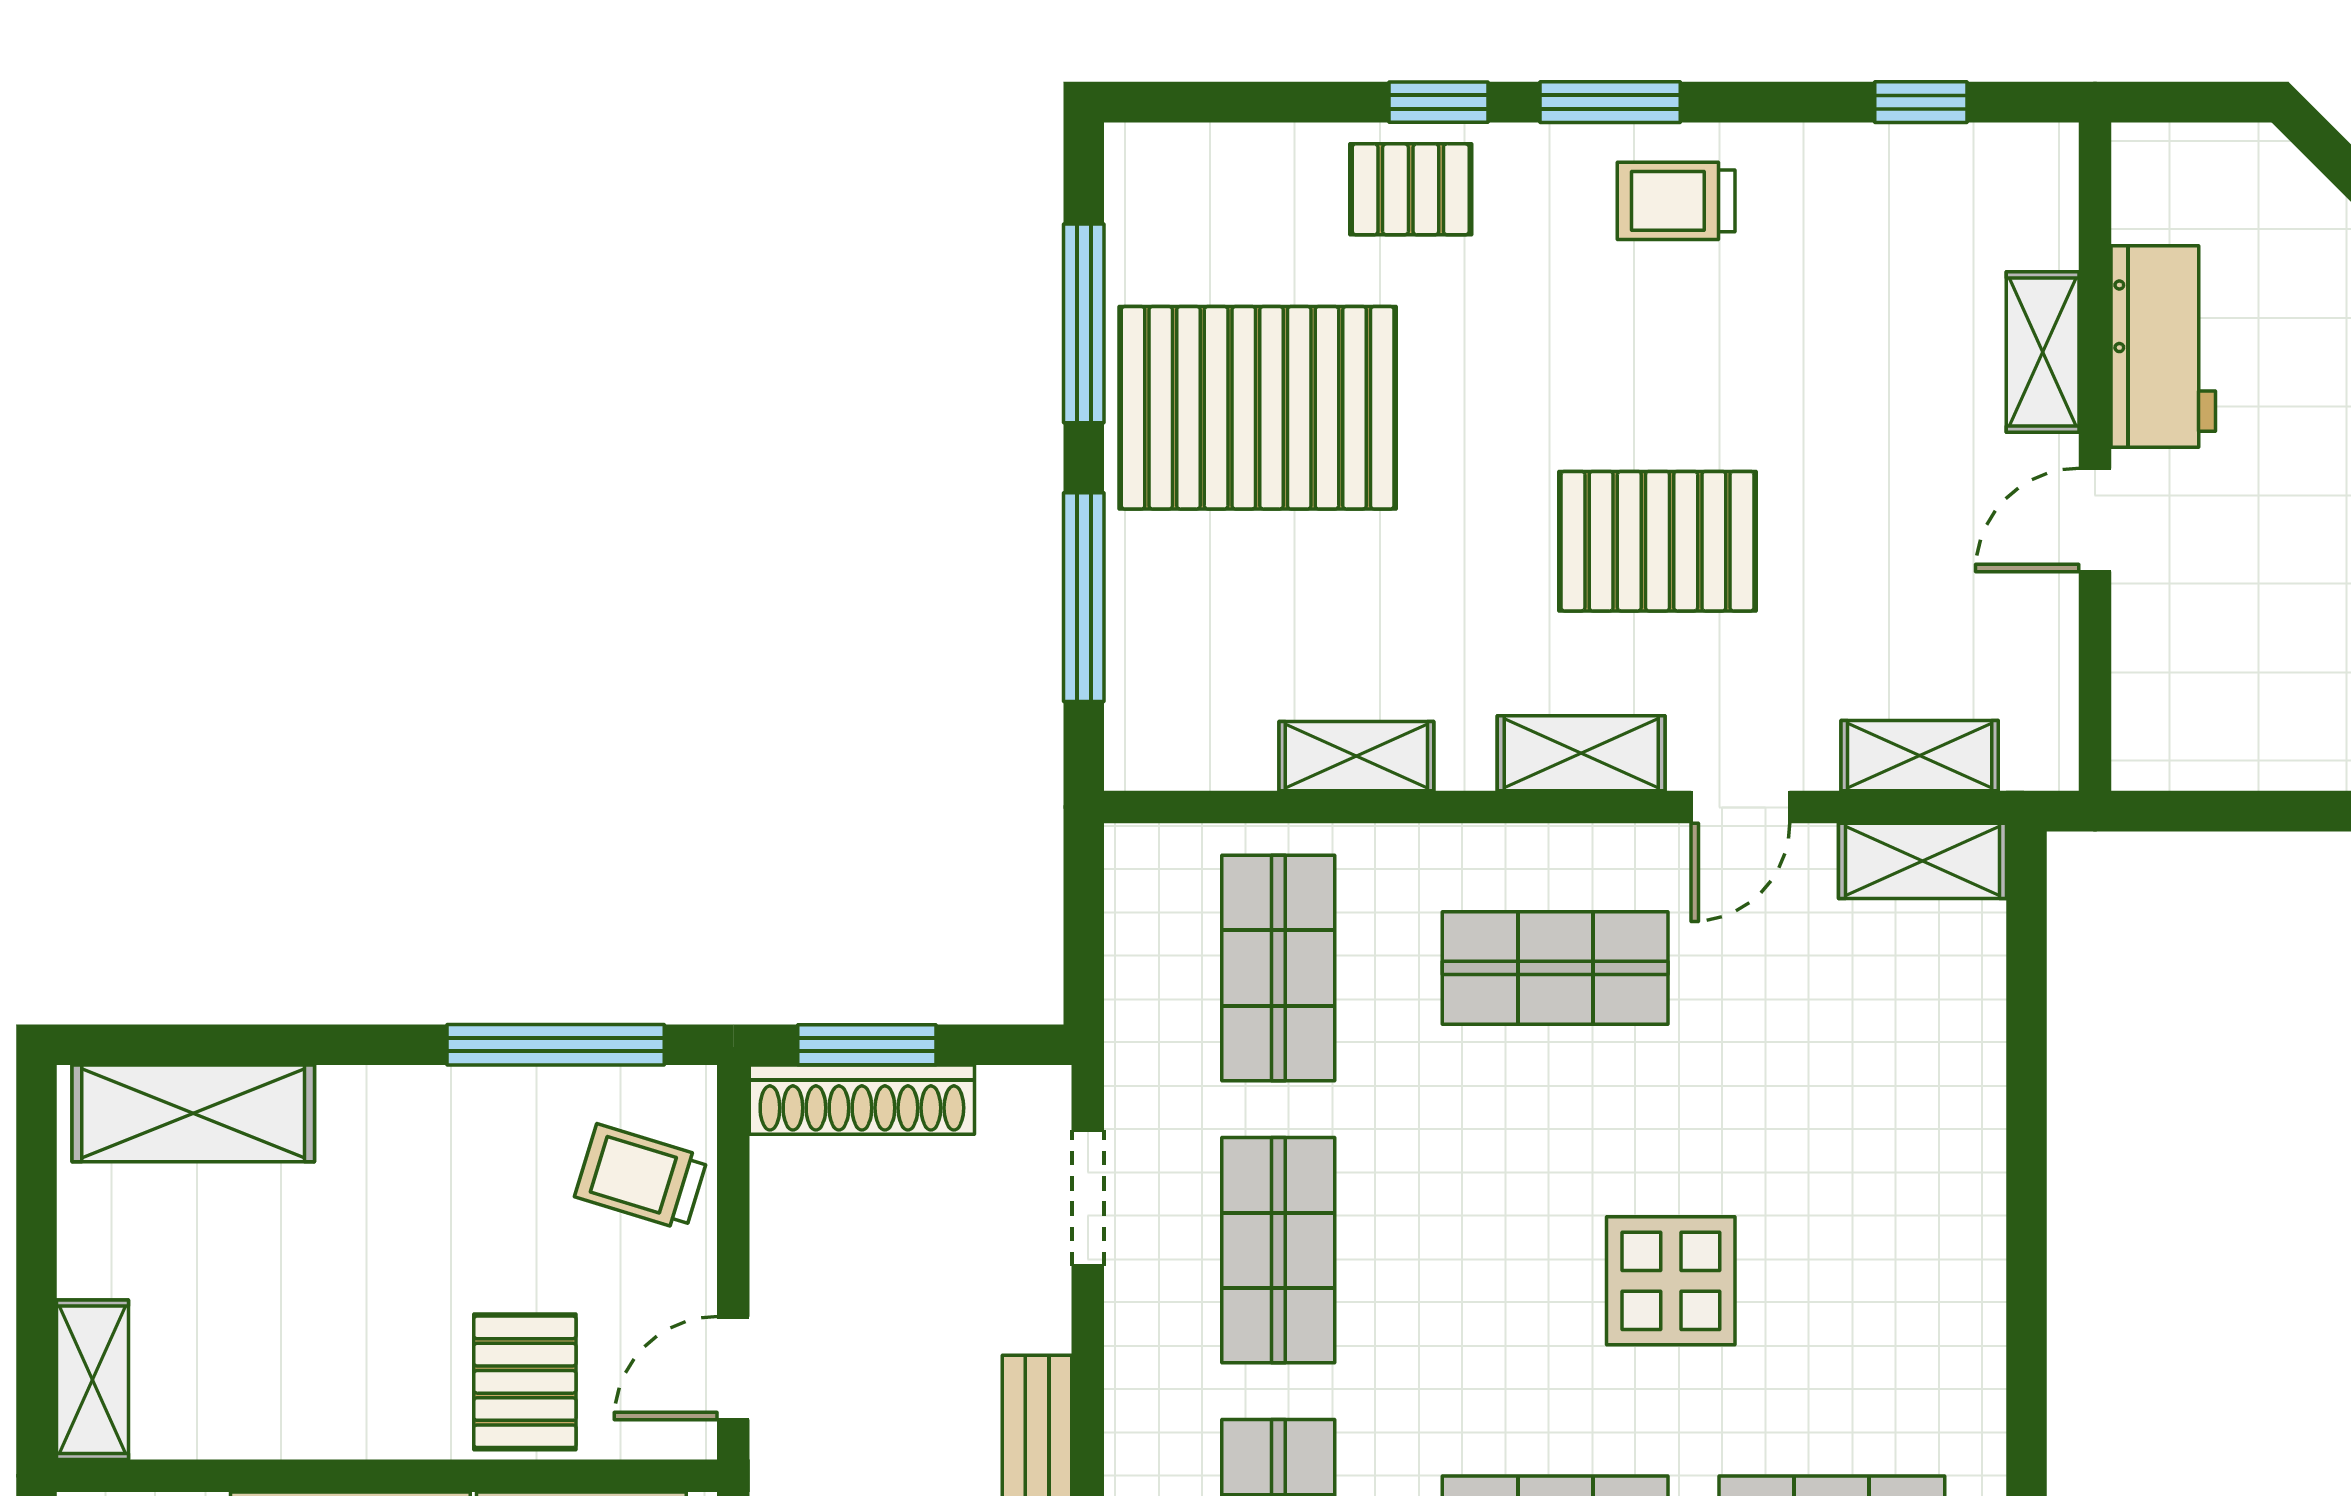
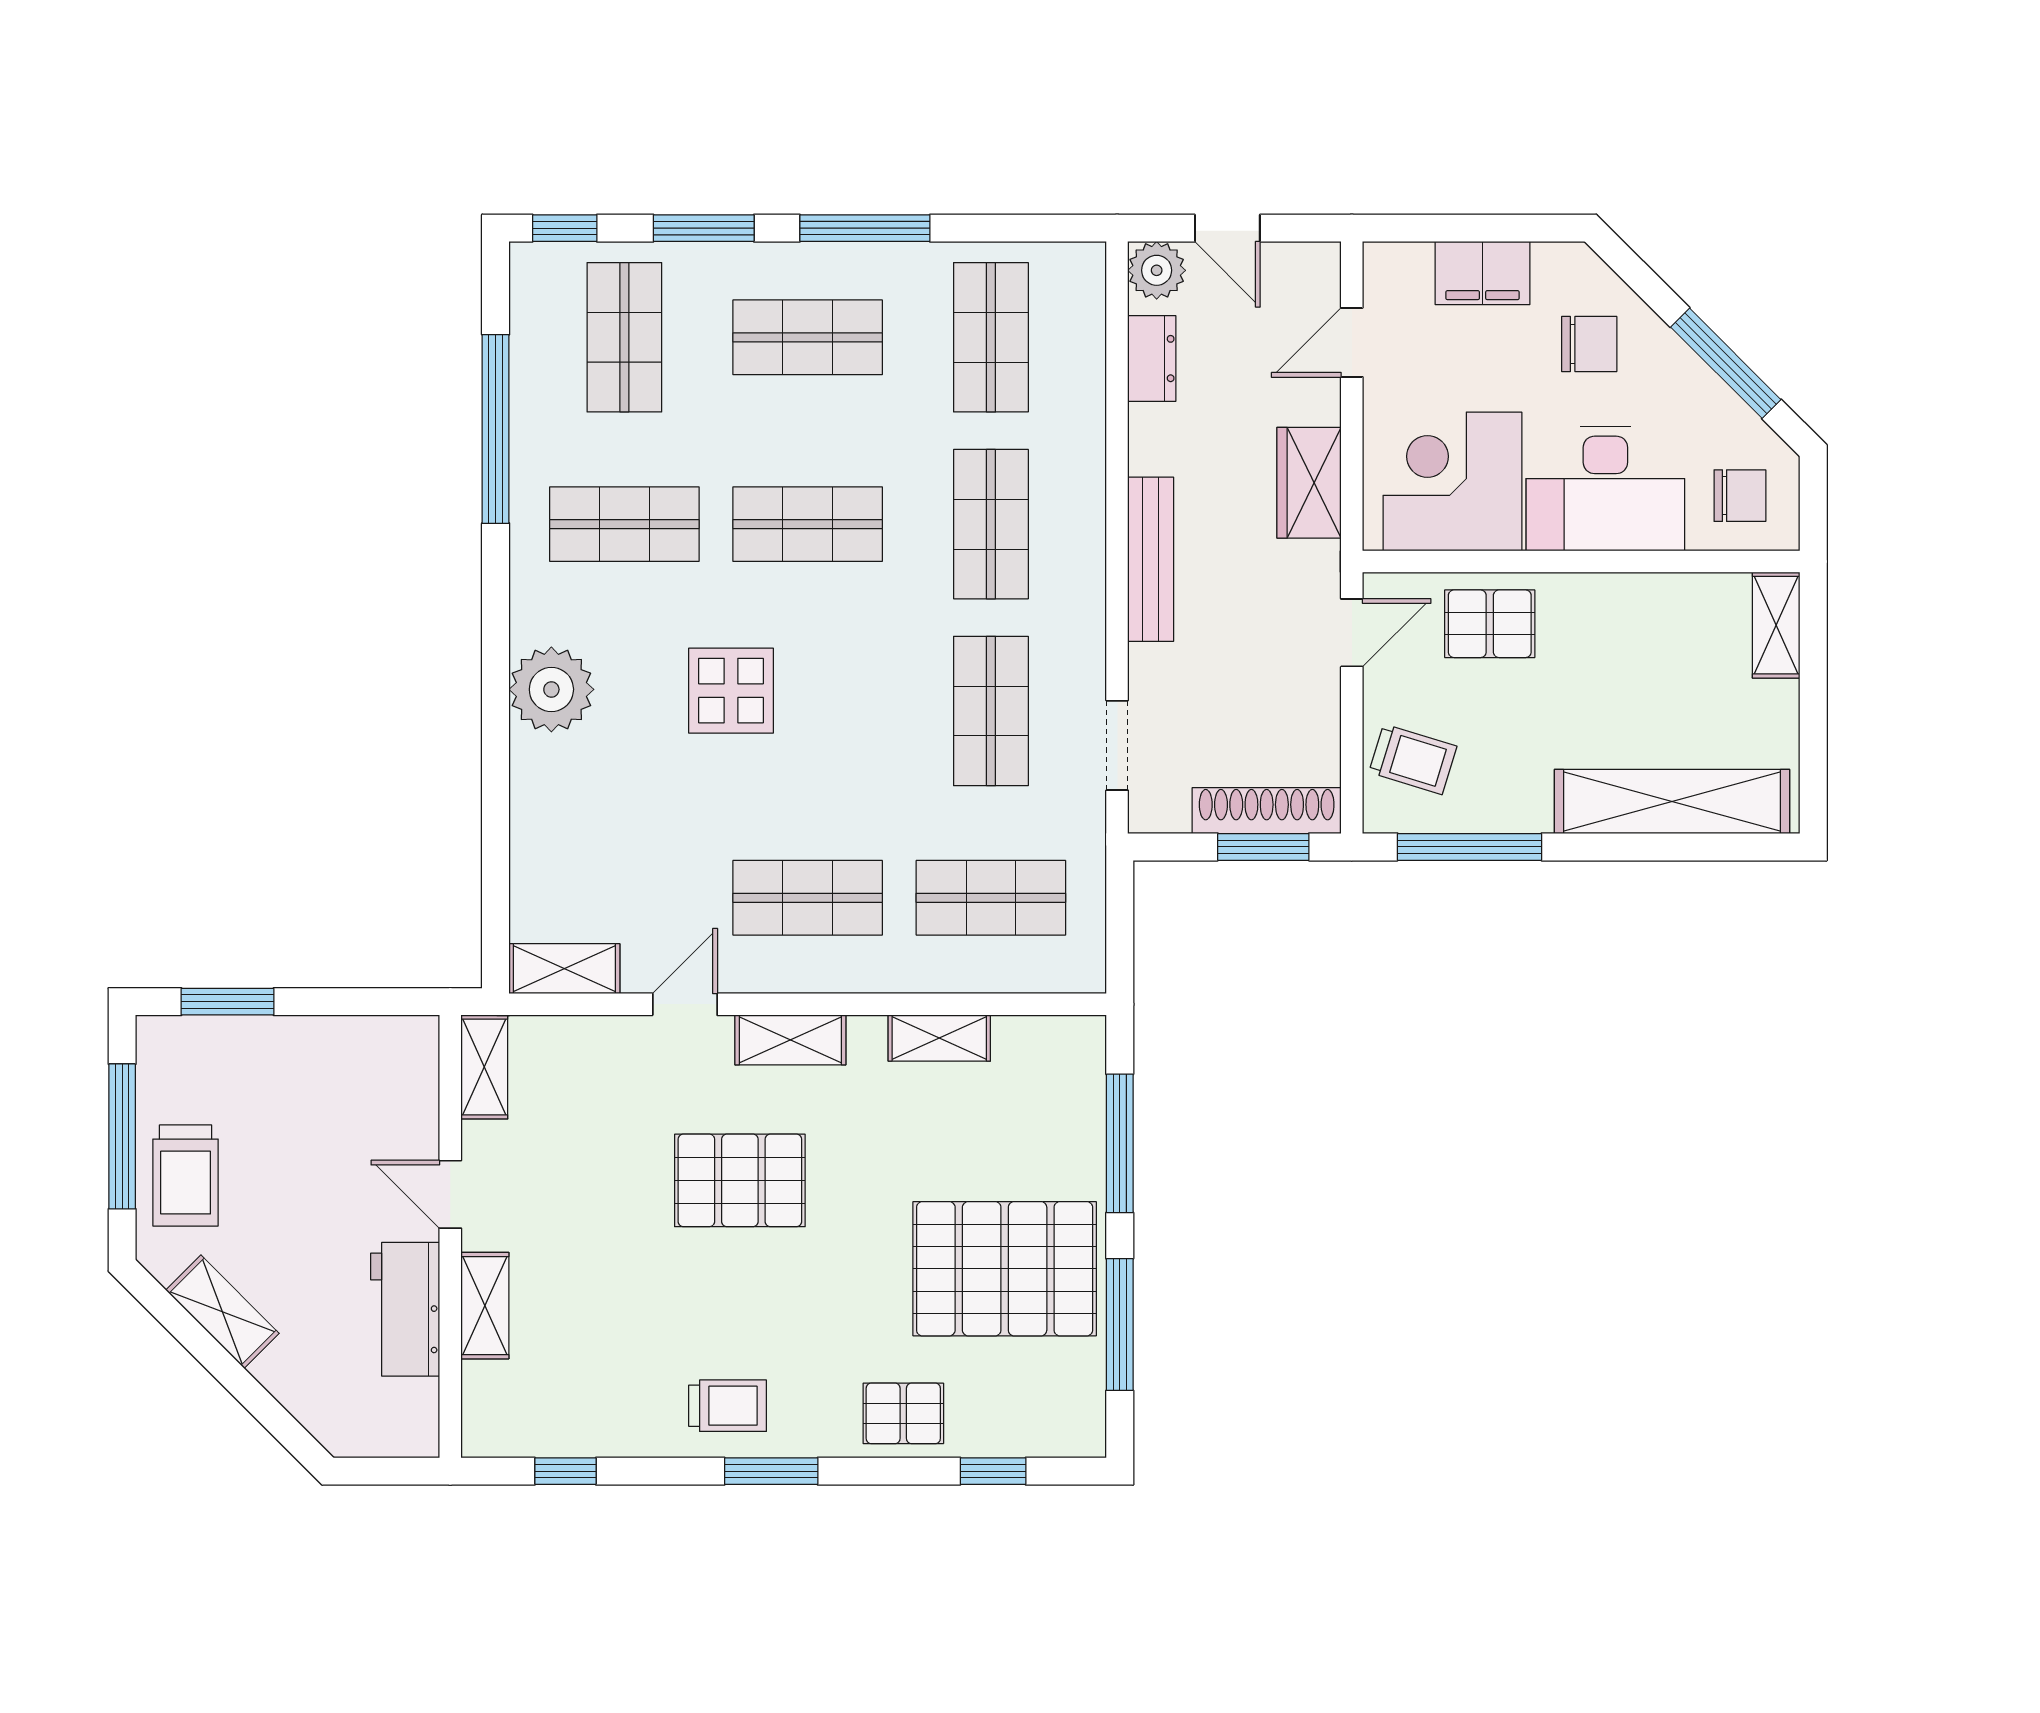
window: (1439, 102) -> (993, 1471), moved
door: (2095, 520) -> (450, 1194), swing flipped
shelving: (1920, 756) -> (484, 1067), moved, turned 90
shop shelf: (1278, 968) -> (991, 898), turned 90
shelving: (193, 1113) -> (1672, 802), width x1.47
plant: (1942, 1283) -> (551, 689), added
pallet: (525, 1382) -> (1490, 624), turned 90

